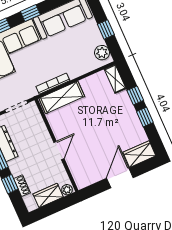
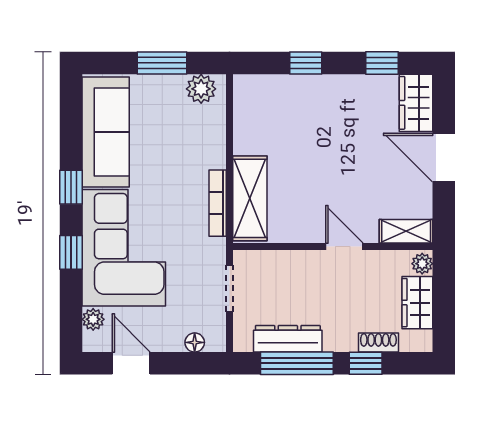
window: (106, 29) -> (162, 63), width x1.50
shelving: (115, 79) -> (406, 231), moved
window: (145, 117) -> (382, 63), moved

